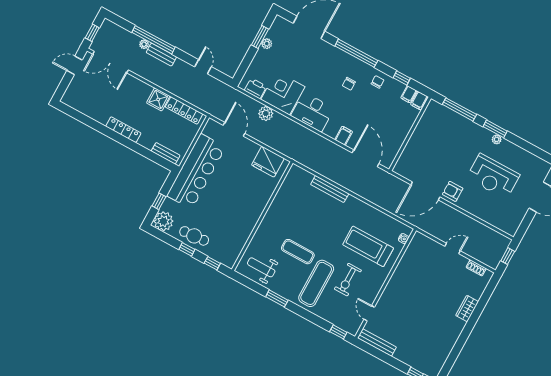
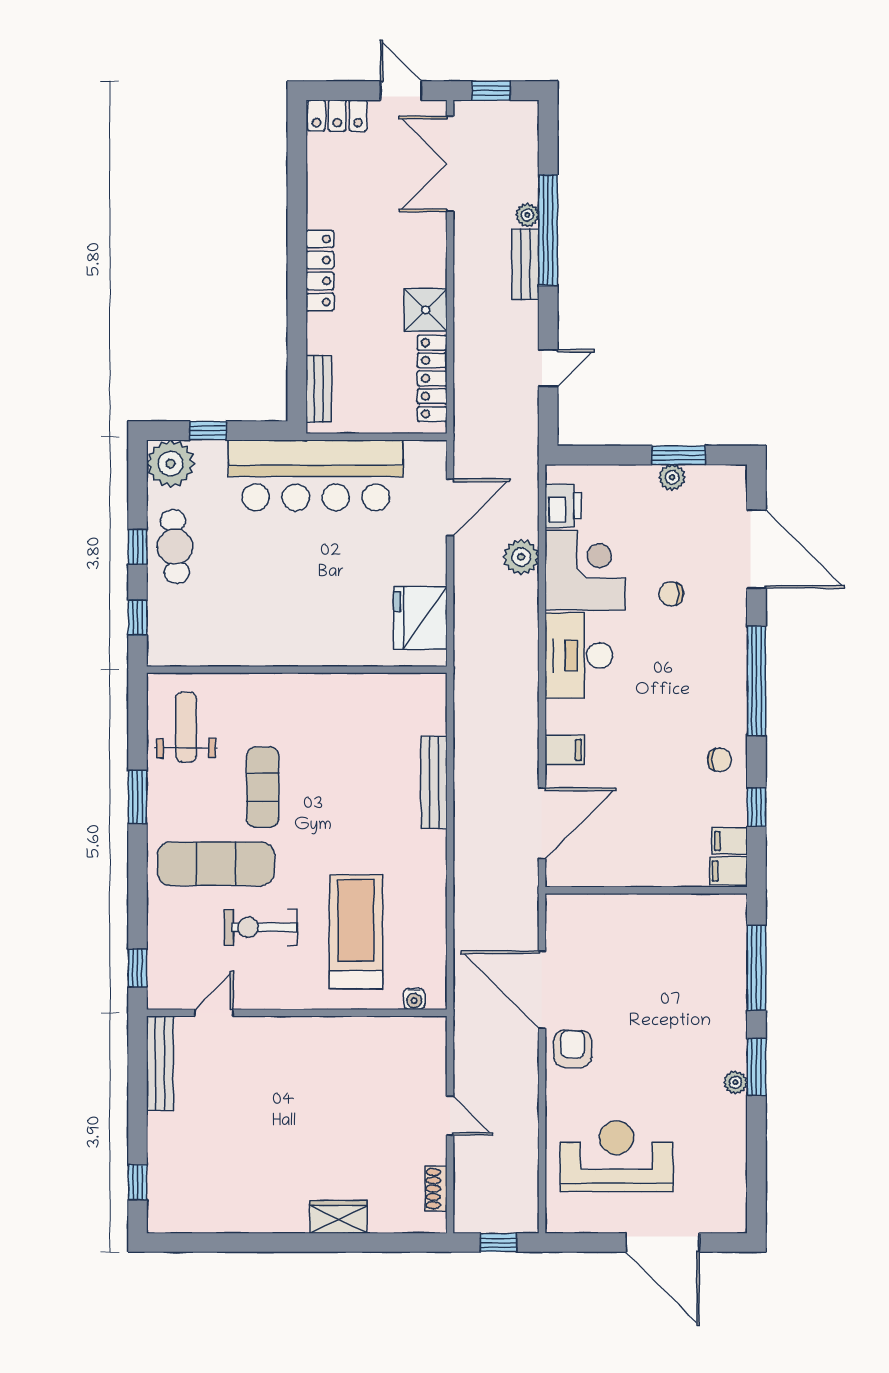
chair: (349, 84) -> (671, 594), moved
locker: (71, 93) -> (337, 116), added
reception desk: (493, 176) -> (616, 1156), moved, turned 90

